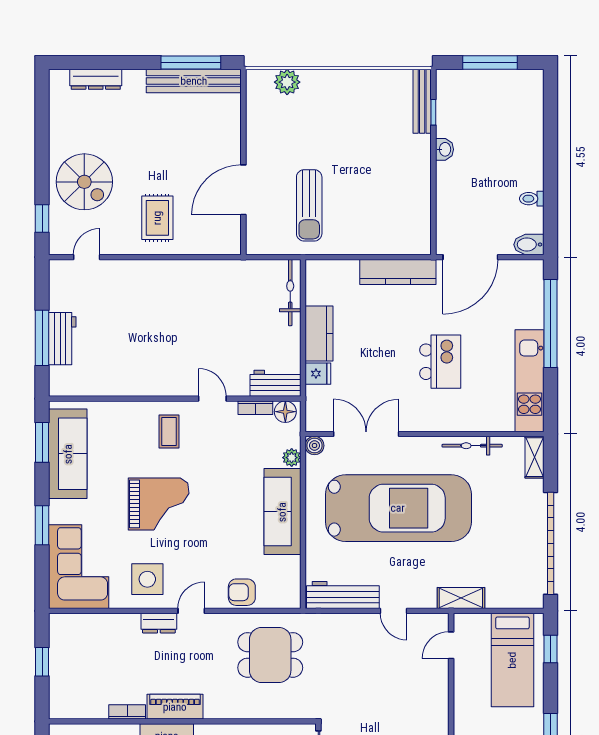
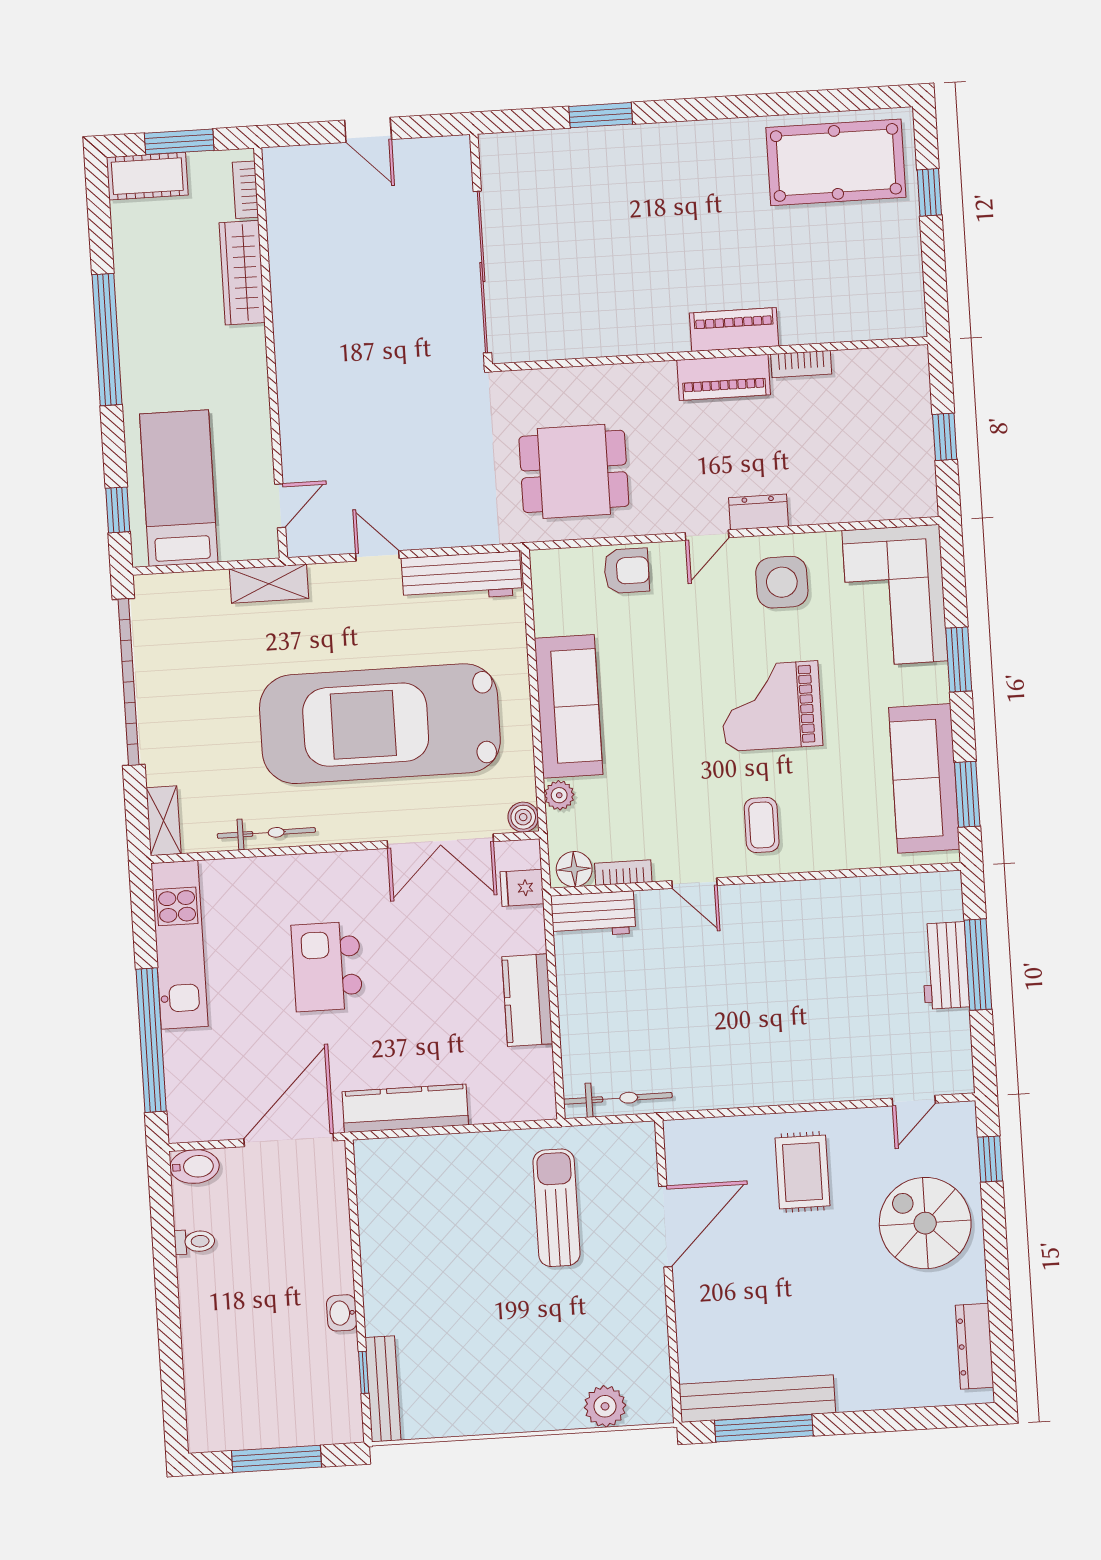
dresser: (96, 79) -> (975, 1346), moved, turned -90
bicycle: (290, 293) -> (618, 1098), moved, turned -90
fridge: (318, 374) -> (522, 888), moved

